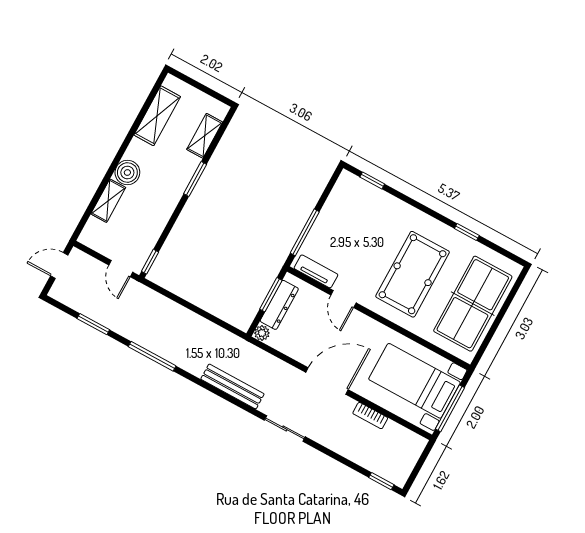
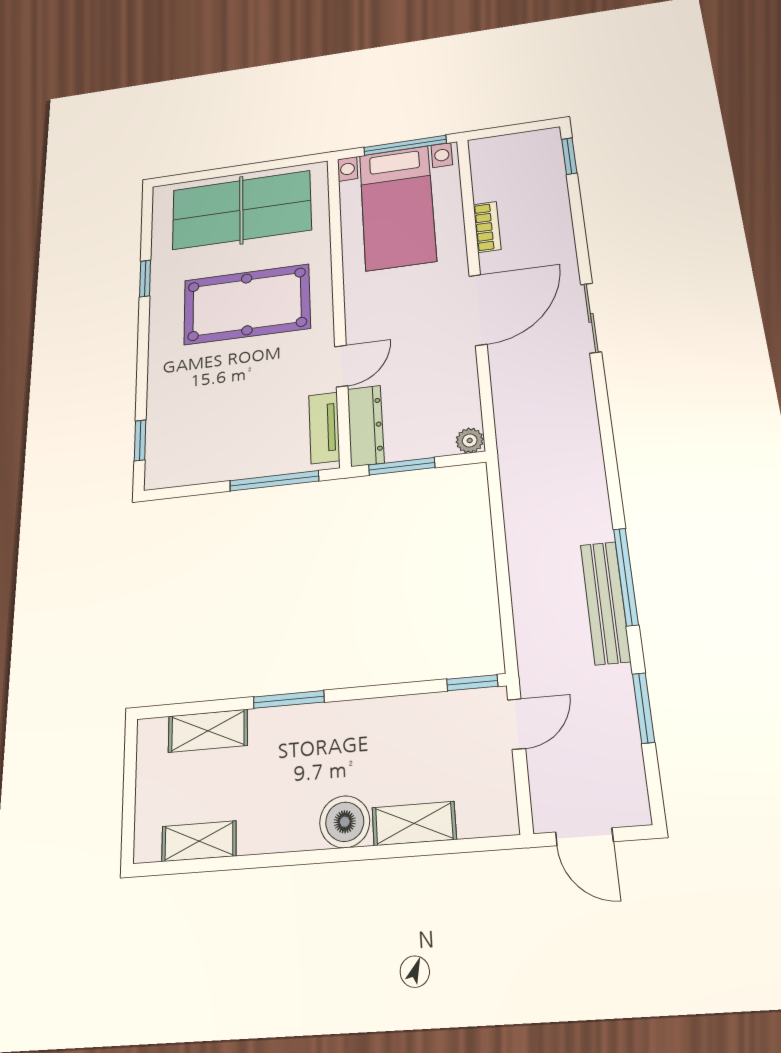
shelving: (157, 116) -> (199, 841), width x0.67, depth x0.75
dresser: (279, 305) -> (366, 426), moved, turned 90
door: (327, 381) -> (478, 310), swing flipped
bench: (232, 386) -> (605, 602), moved

